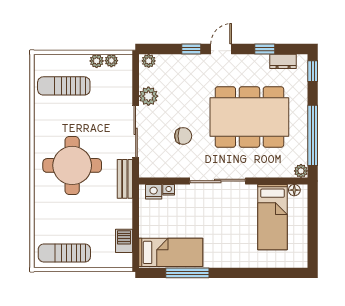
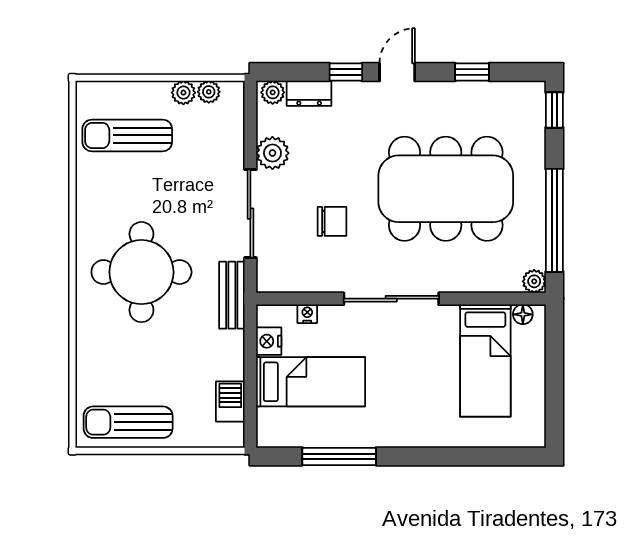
dresser: (283, 61) -> (309, 93), moved
nightstand: (154, 192) -> (269, 341), moved, turned -90
bed: (171, 252) -> (311, 382), moved

